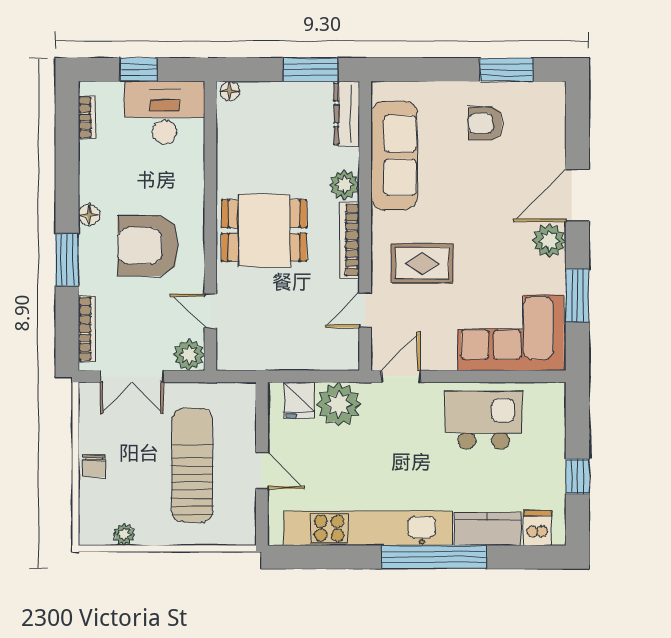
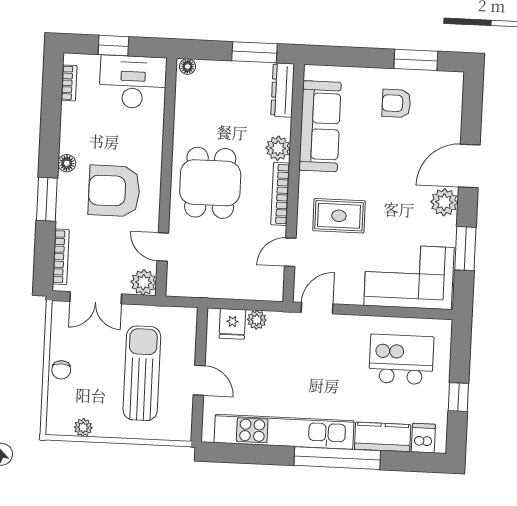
dining table: (264, 230) -> (210, 183), turned 90
plant: (339, 404) -> (257, 320), width x0.53, depth x0.53
kitchen island: (484, 420) -> (401, 359), moved

